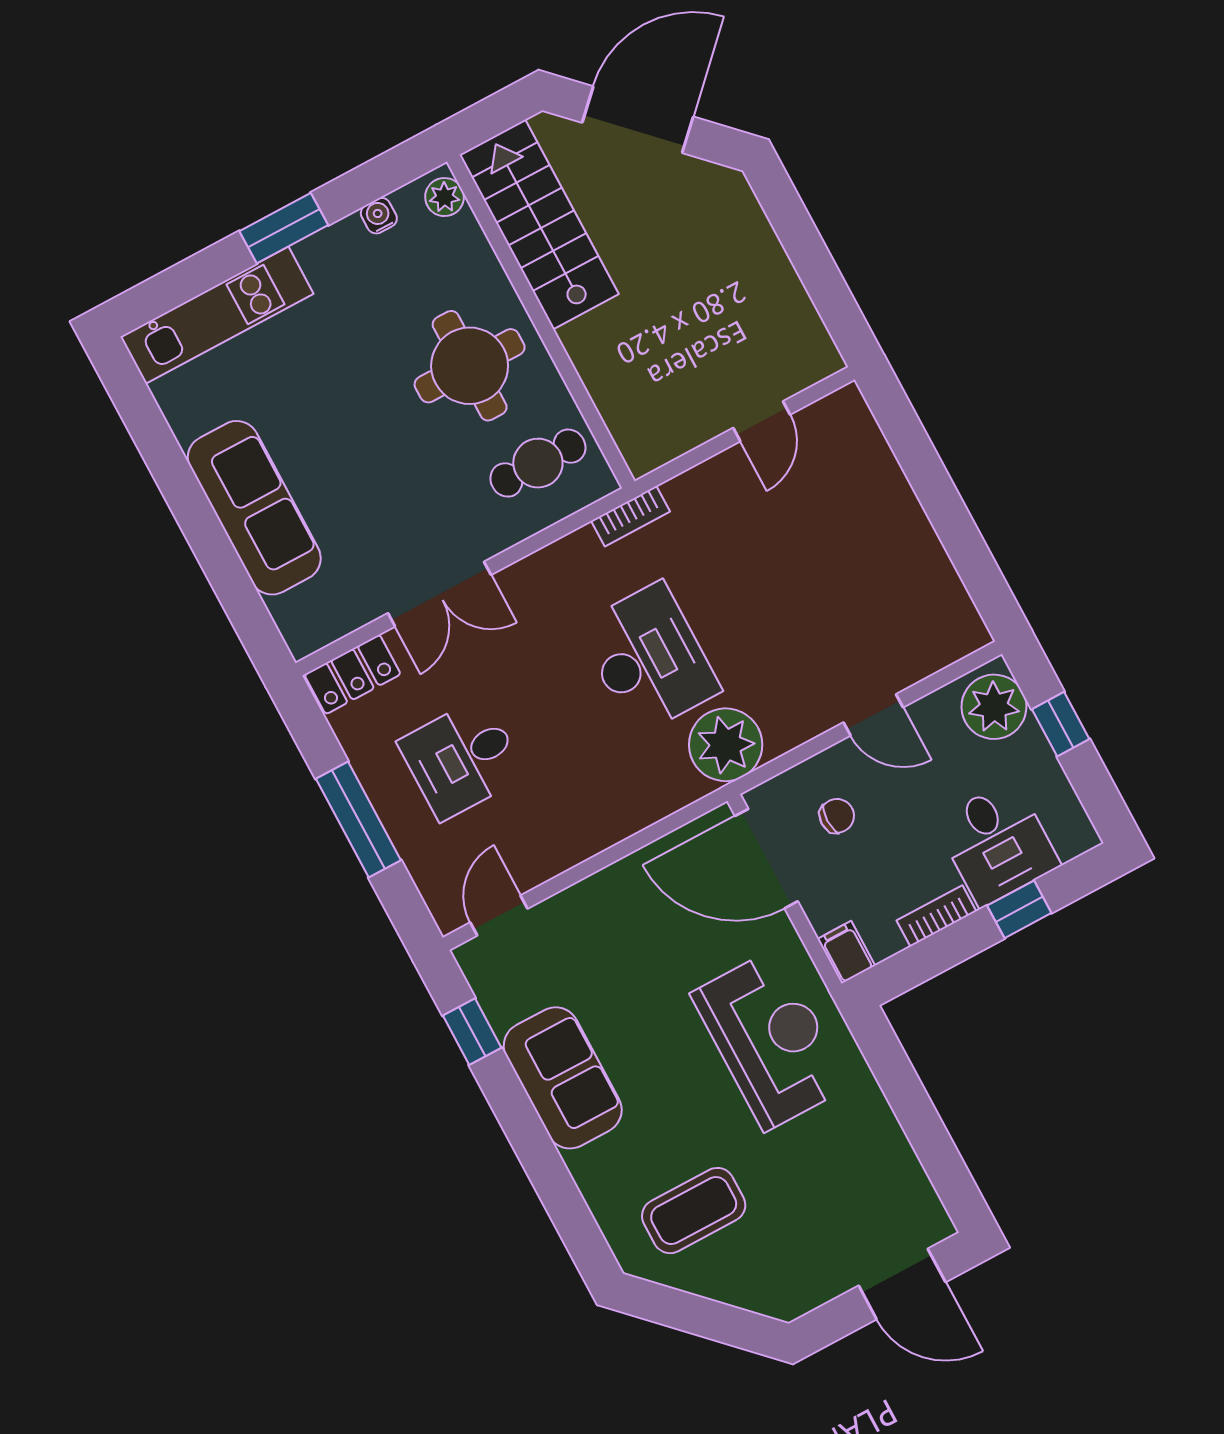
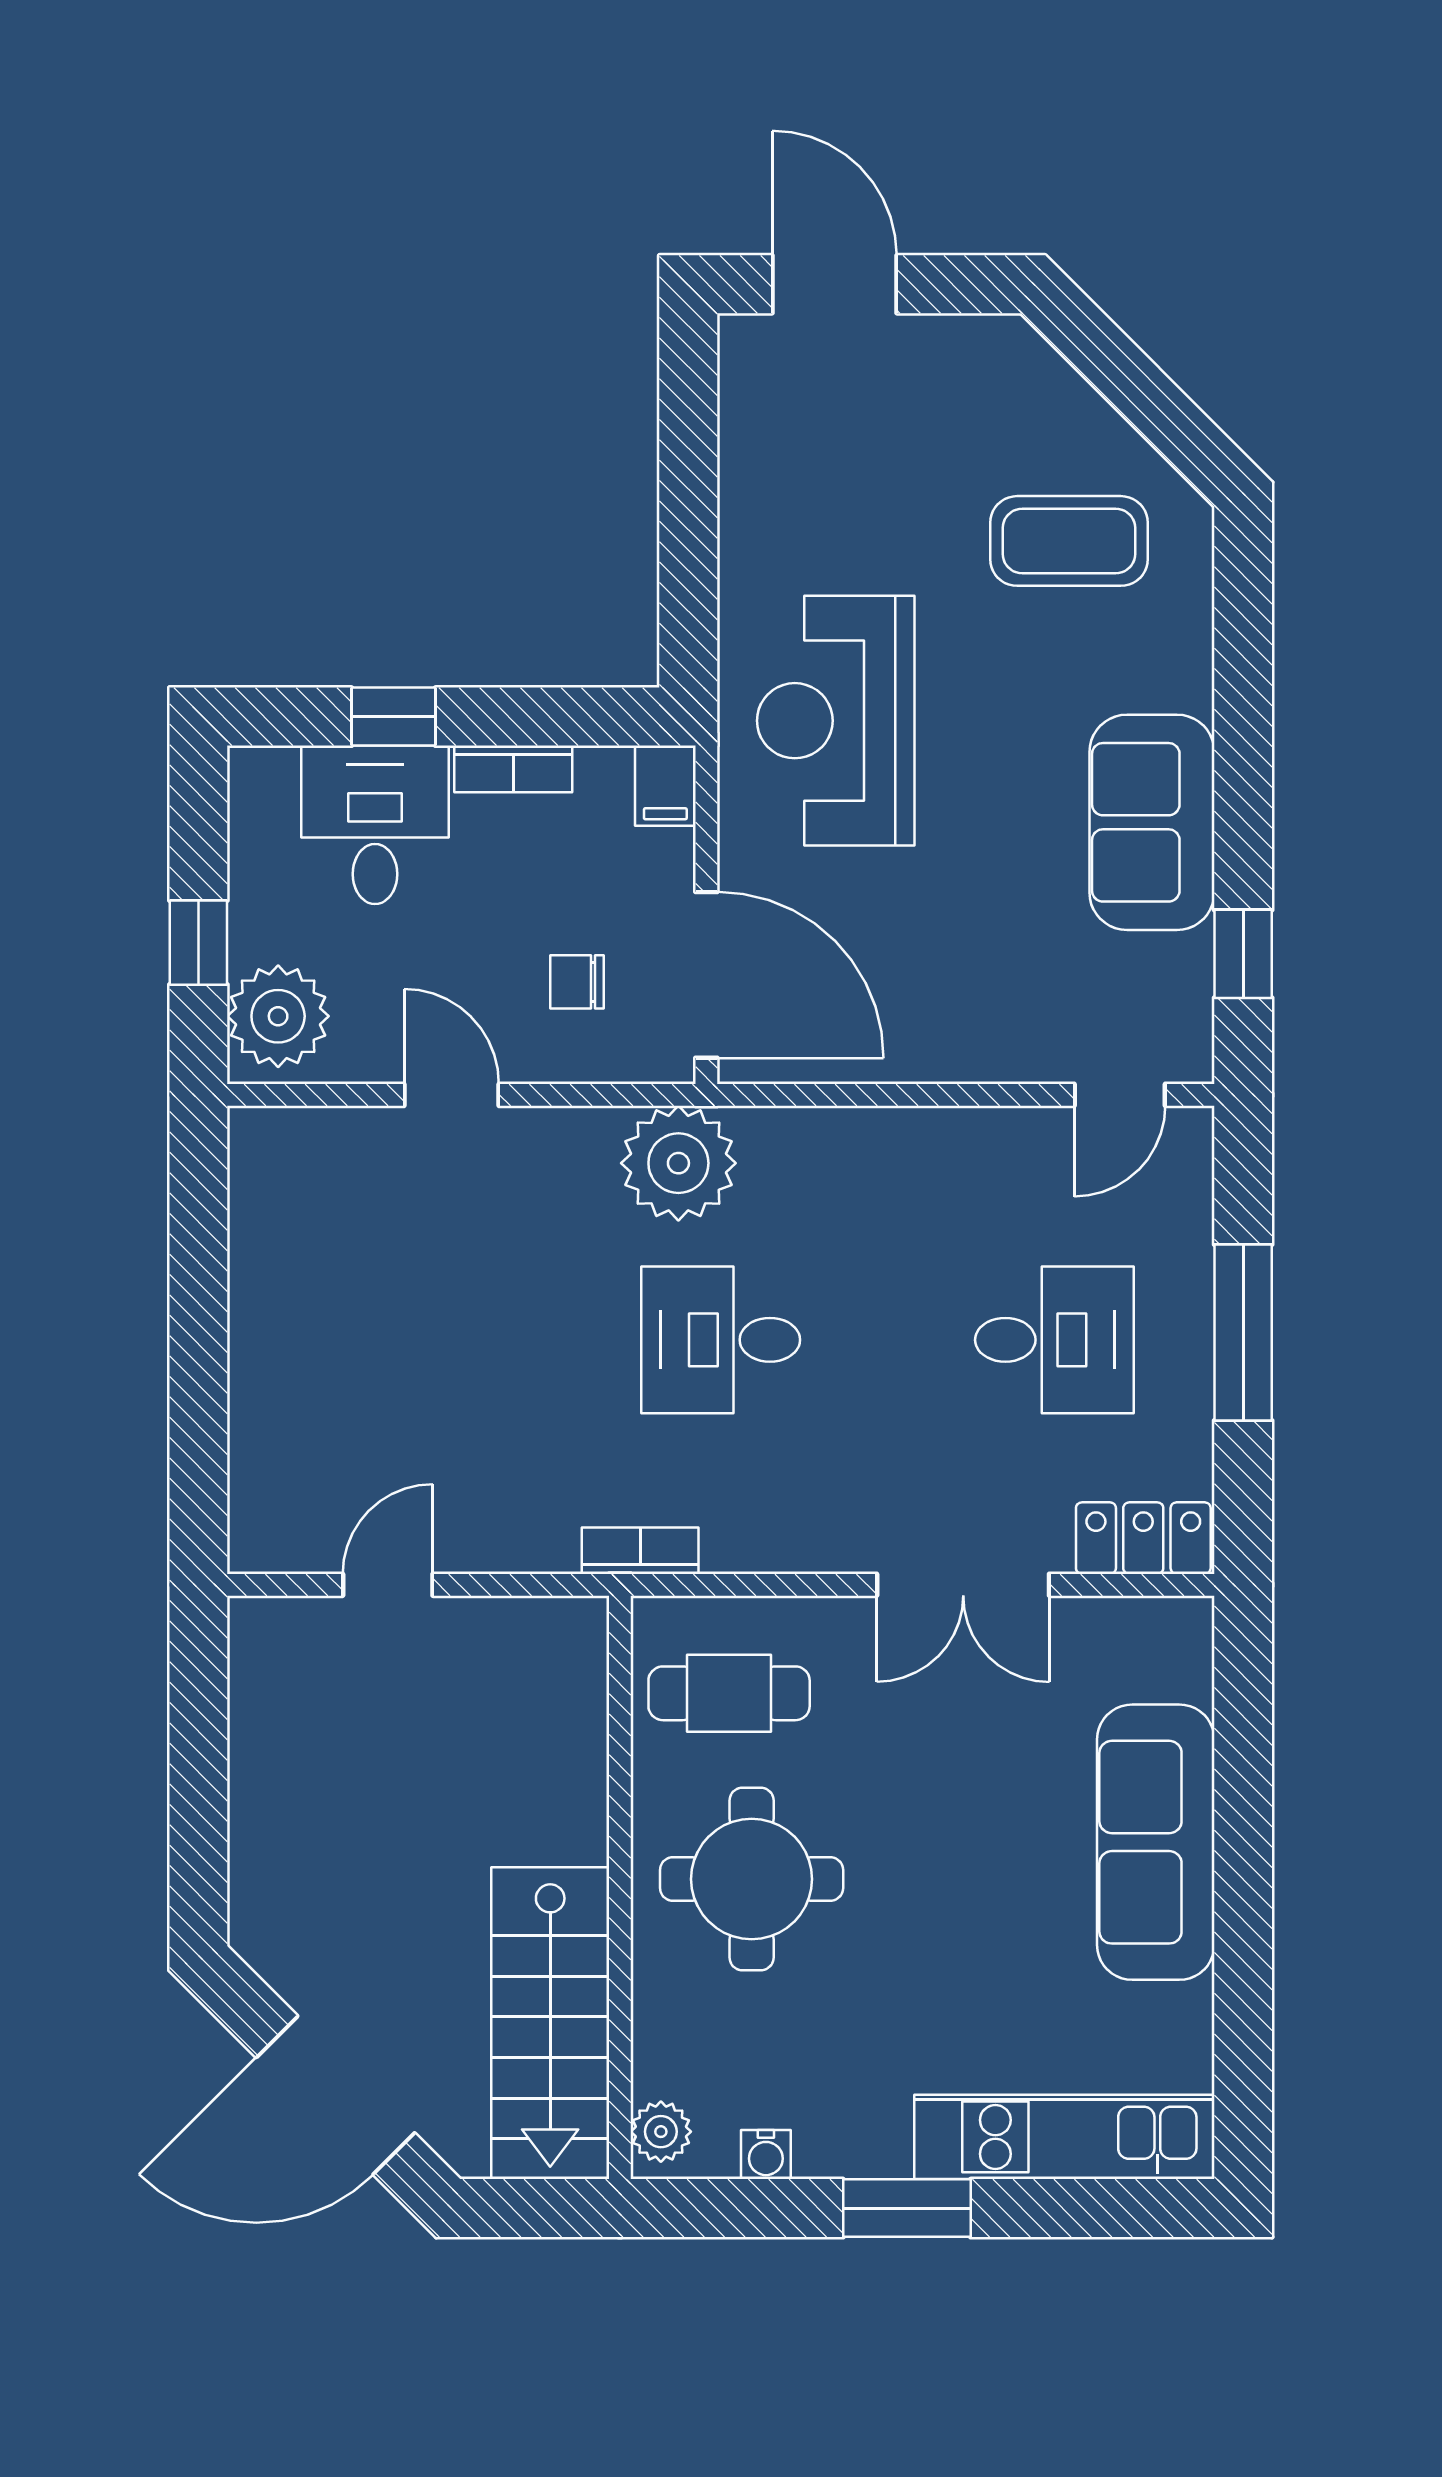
double door: (439, 594) -> (963, 1585), swing flipped
desk: (649, 658) -> (721, 1340), width x0.73

